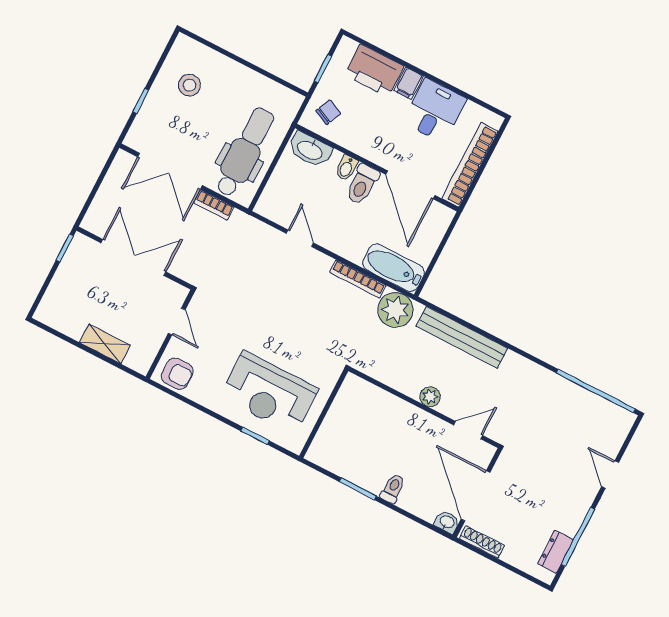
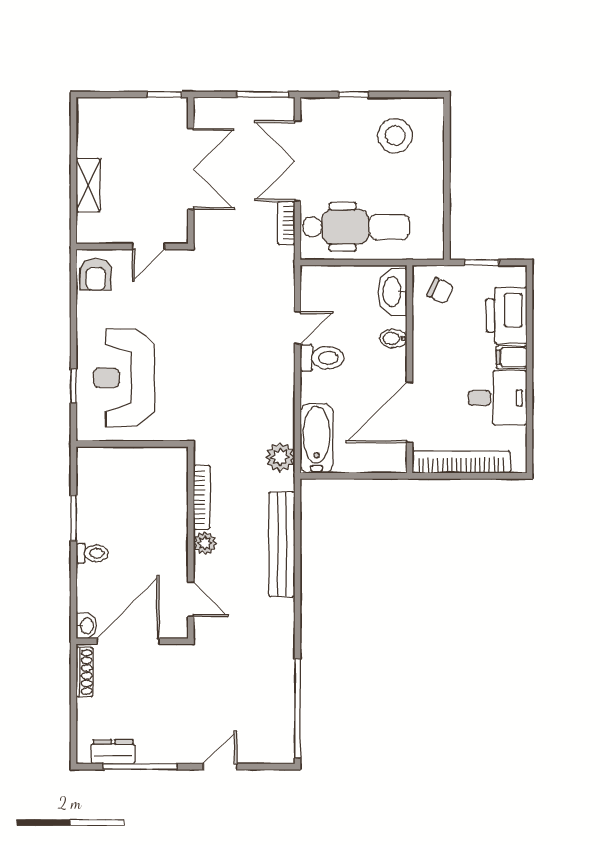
stool: (189, 85) -> (395, 136), width x1.38, depth x1.38
window: (104, 172) -> (263, 94), added
toilet: (362, 184) -> (322, 358), moved, turned 180
bookcase: (358, 279) -> (202, 497), moved, turned 180
plant: (395, 310) -> (280, 457), width x0.73, depth x0.73

